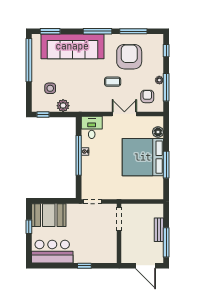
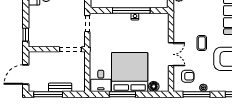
desk: (92, 127) -> (101, 81), moved, turned 90
window: (84, 266) -> (26, 35), moved

